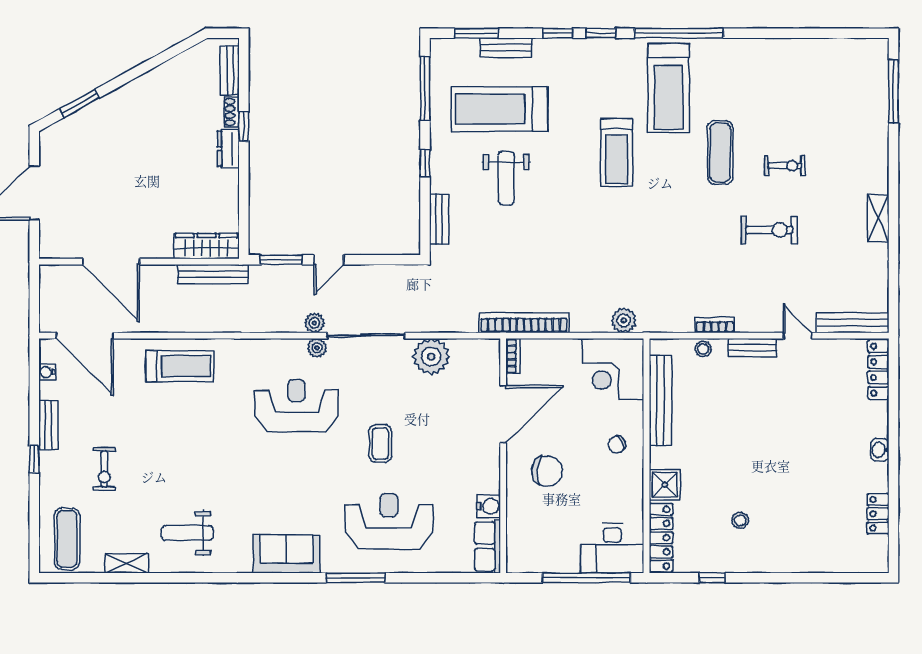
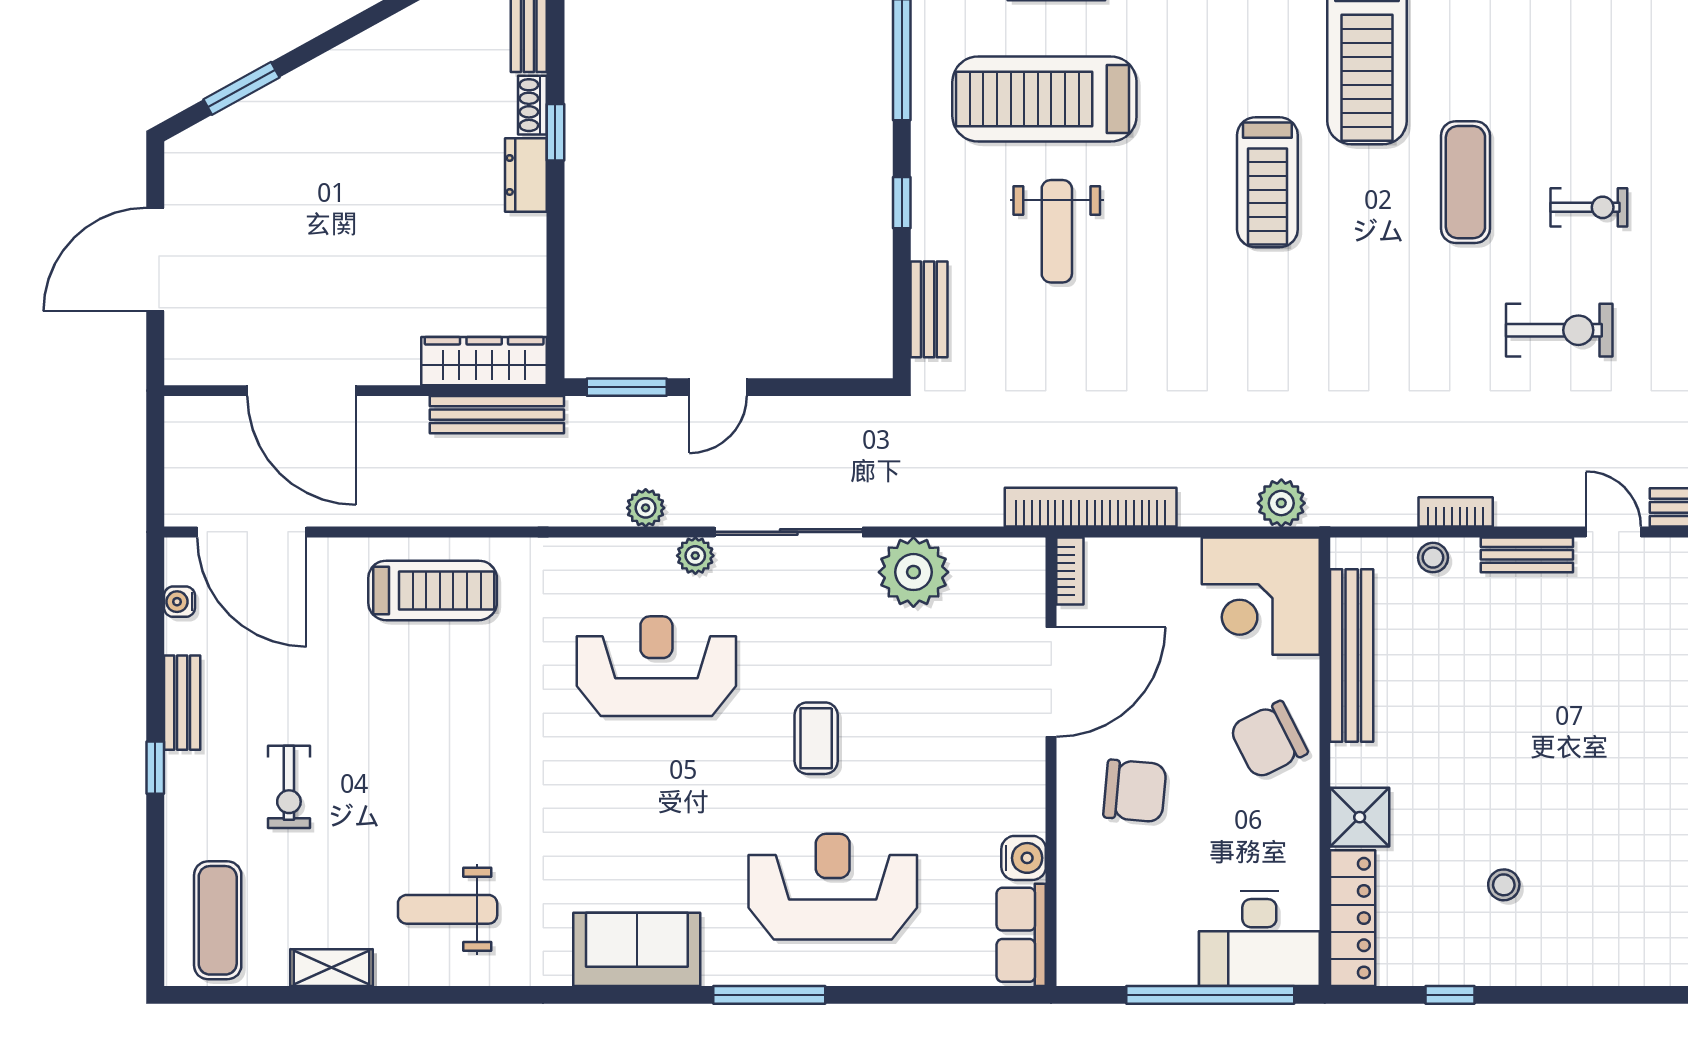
plant: (314, 323) -> (646, 508), moved
chair: (617, 444) -> (1269, 740), width x1.87, depth x1.87

